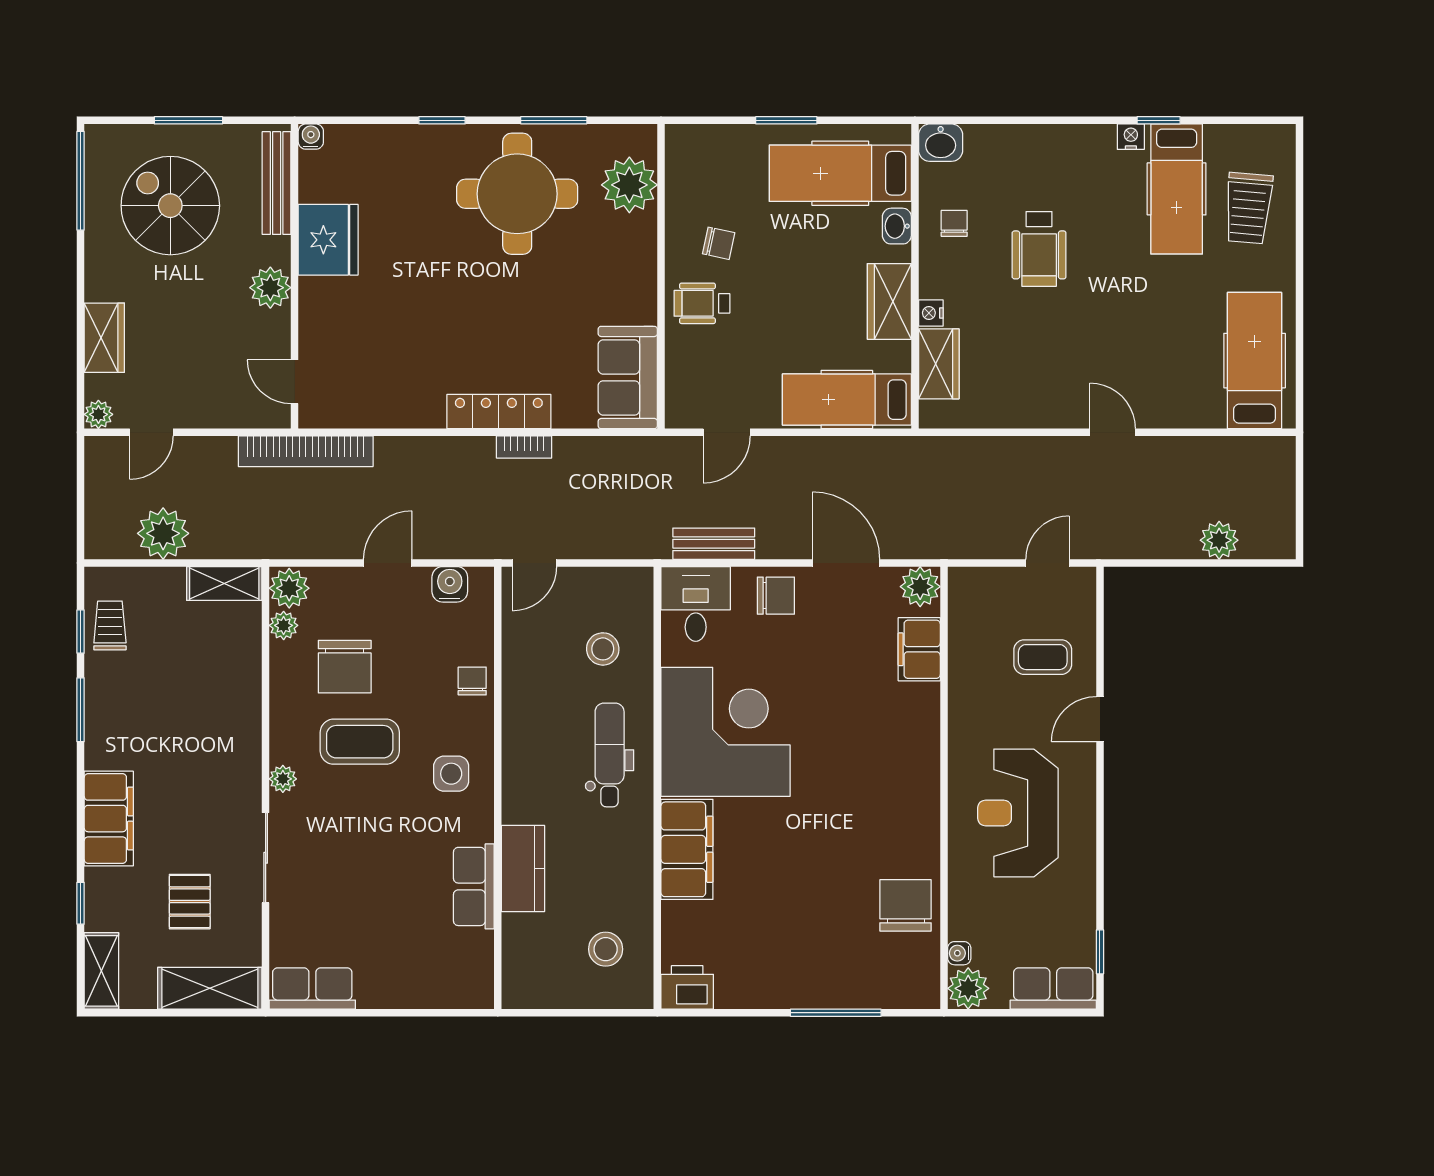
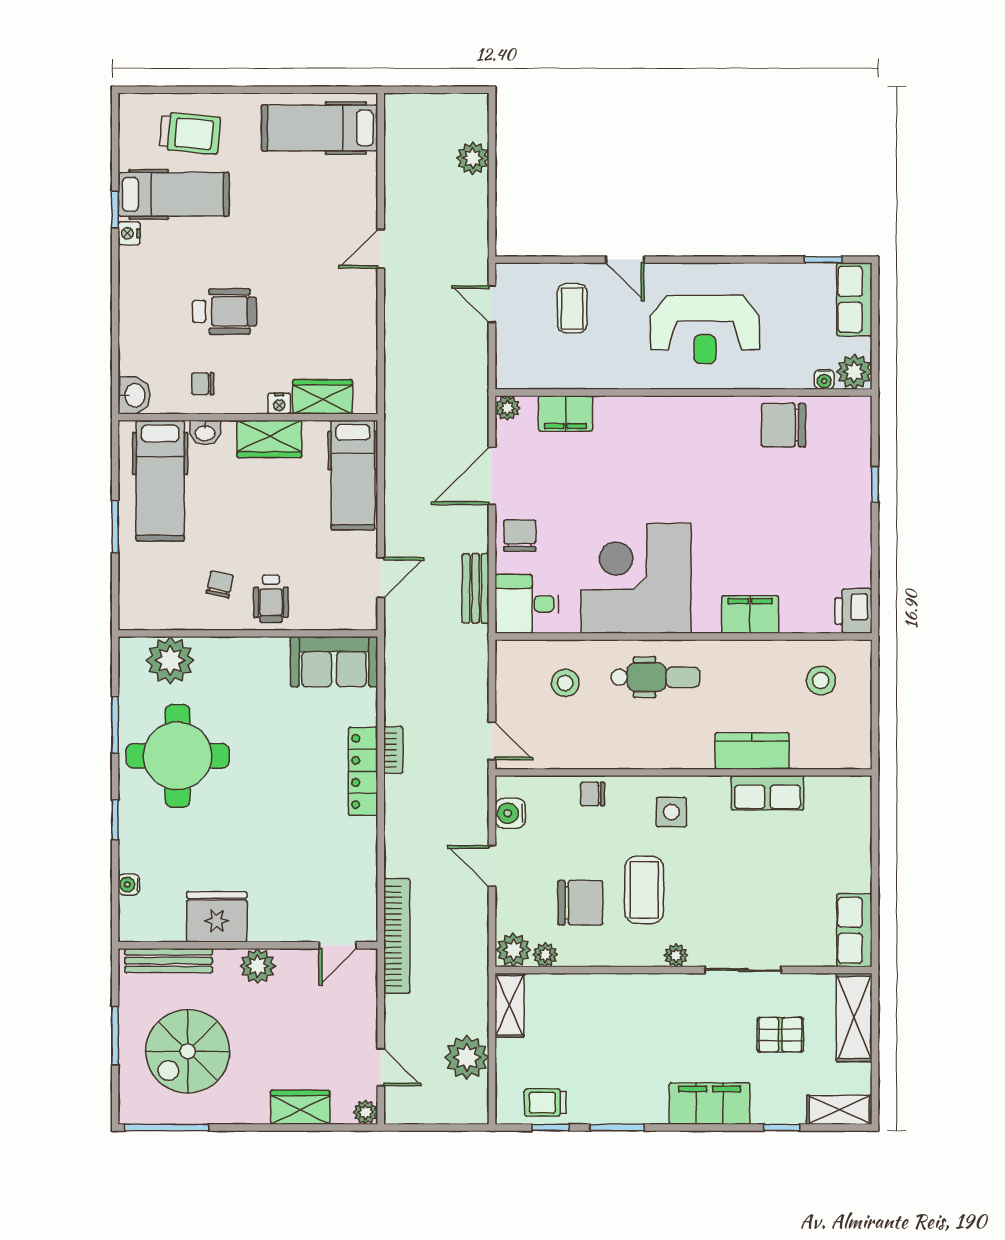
water cooler: (311, 137) -> (129, 885), moved
door: (727, 432) -> (381, 577), hinge flipped
plant: (920, 587) -> (507, 408), width x0.73, depth x0.73
dental chair: (610, 755) -> (655, 677), turned 180
filing cabinet: (687, 849) -> (750, 614), width x0.67, depth x0.86
window: (836, 1013) -> (875, 485), width x0.46

